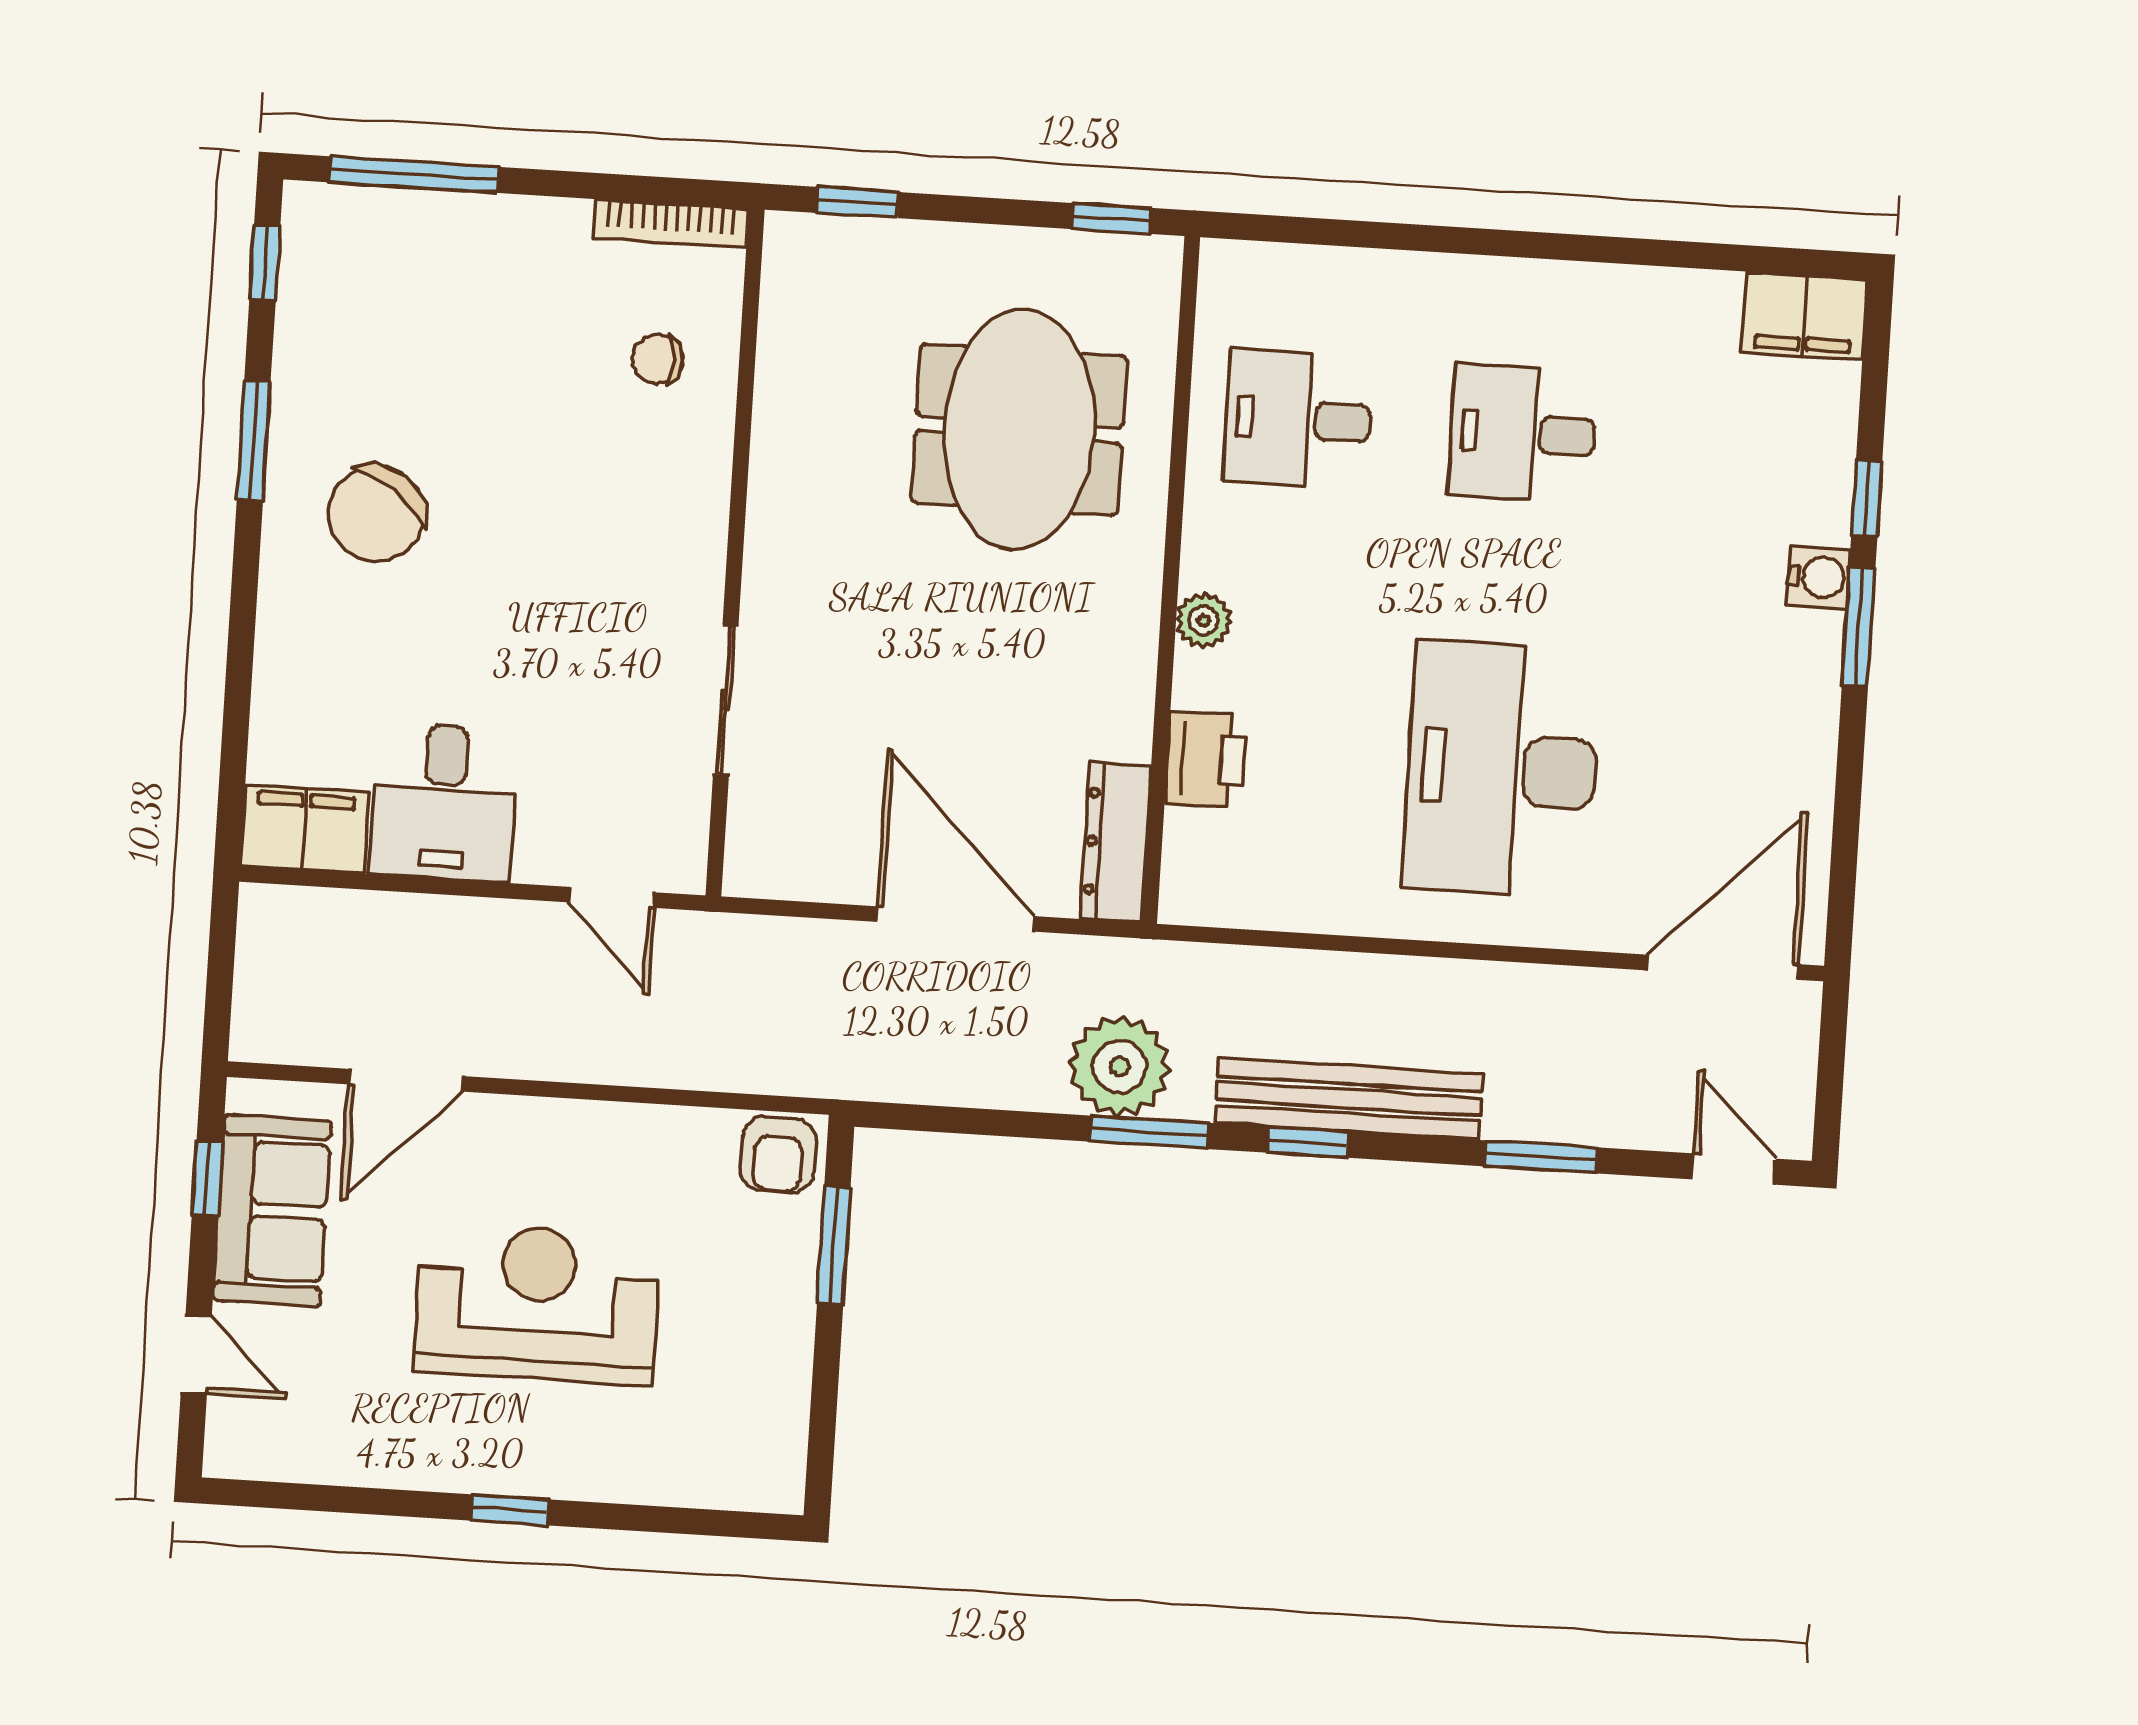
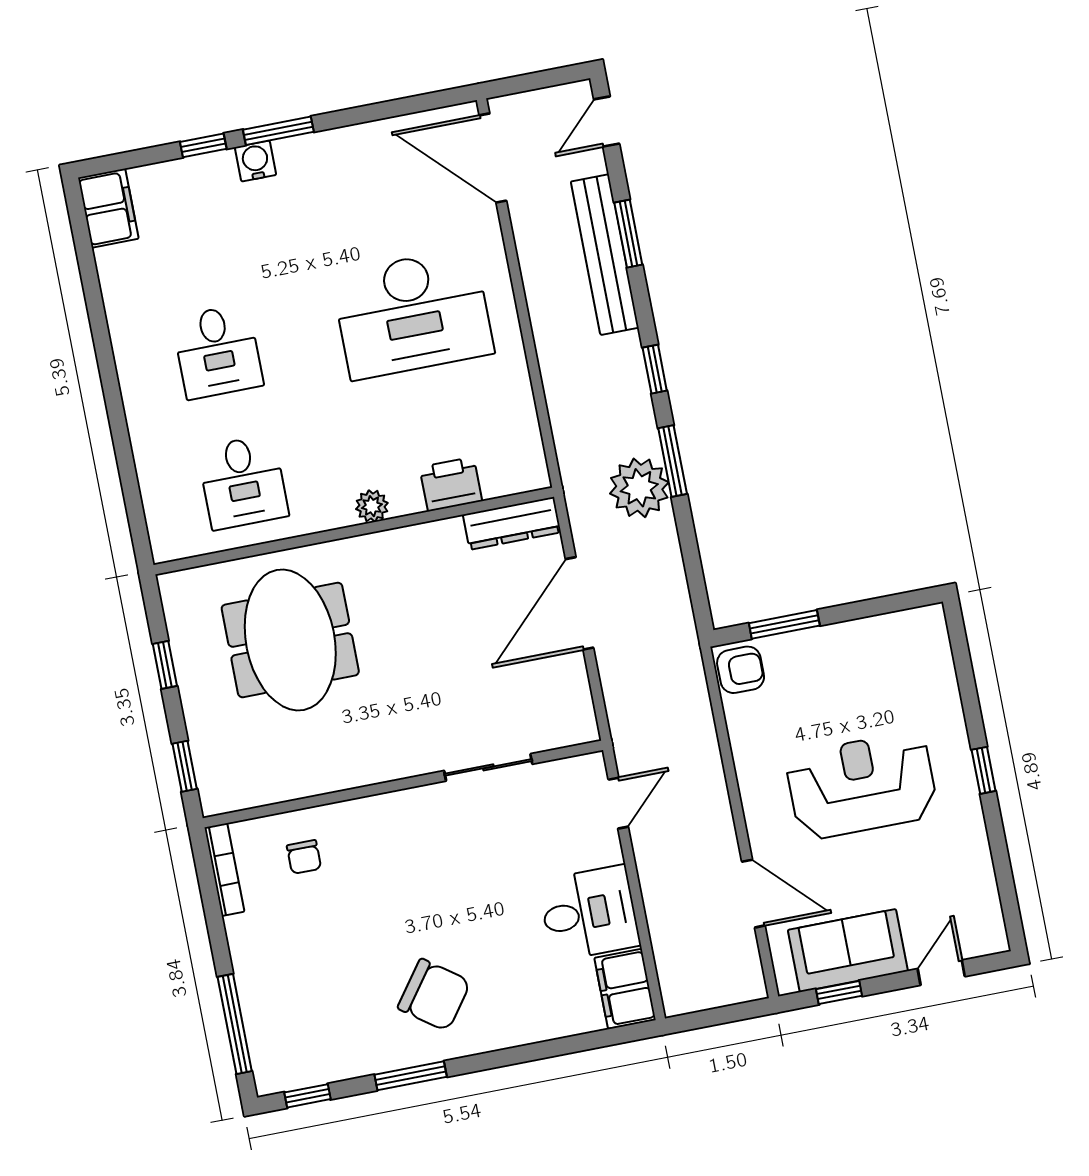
window: (1112, 218) -> (165, 665), moved
meeting table: (1019, 429) -> (290, 640), turned 90
bench: (1349, 1099) -> (605, 255), moved
reception desk: (537, 1304) -> (862, 786), turned 90

